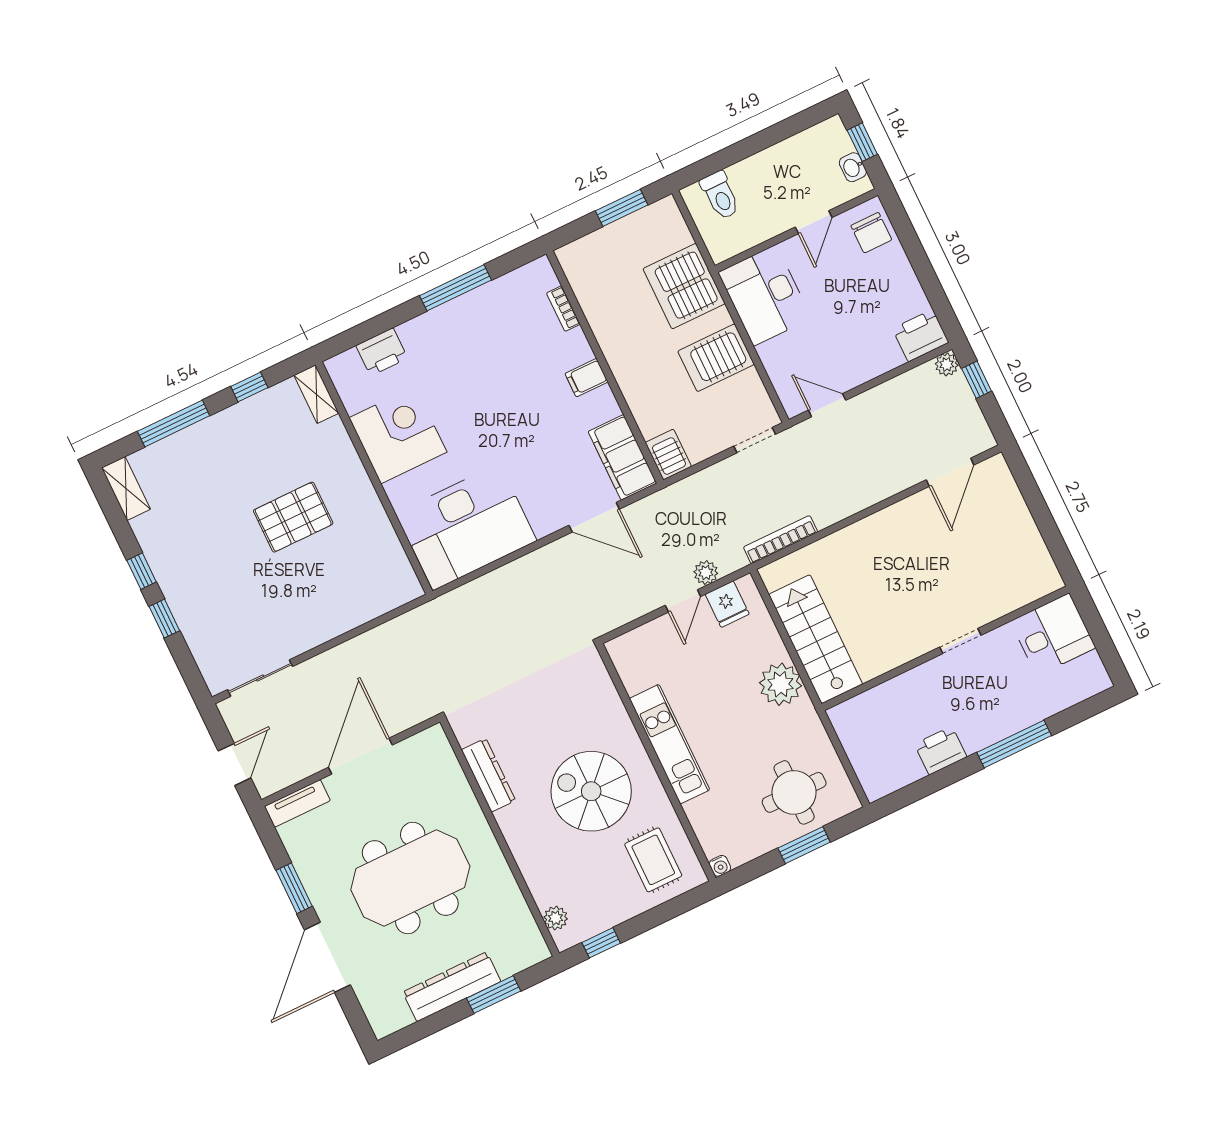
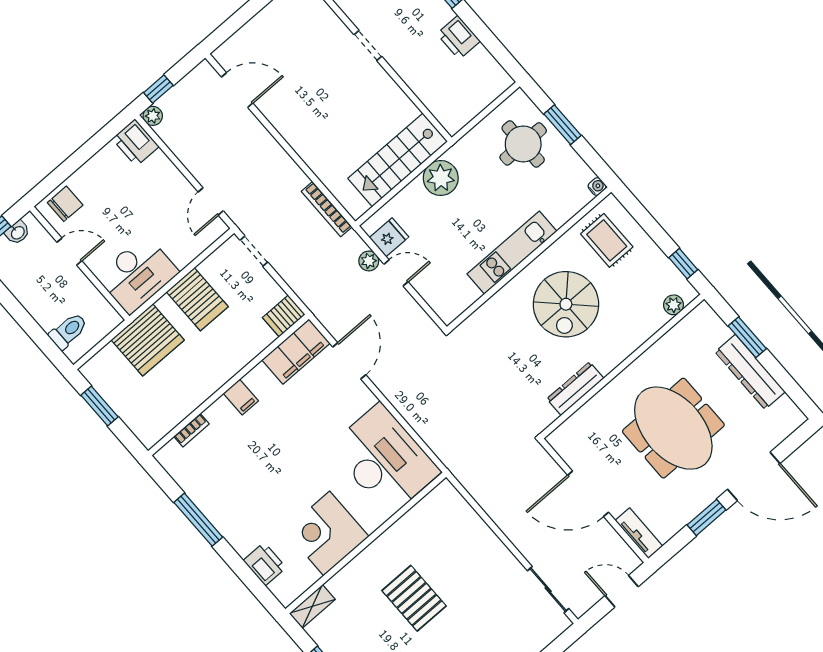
rug: (653, 860) -> (607, 240), turned 90

